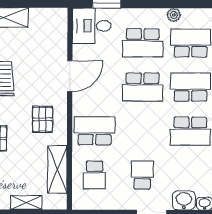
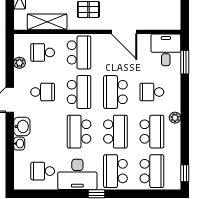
school desk: (143, 43) -> (152, 92), width x0.54
school desk: (142, 131) -> (79, 92), added
plant: (107, 203) -> (20, 63), added

